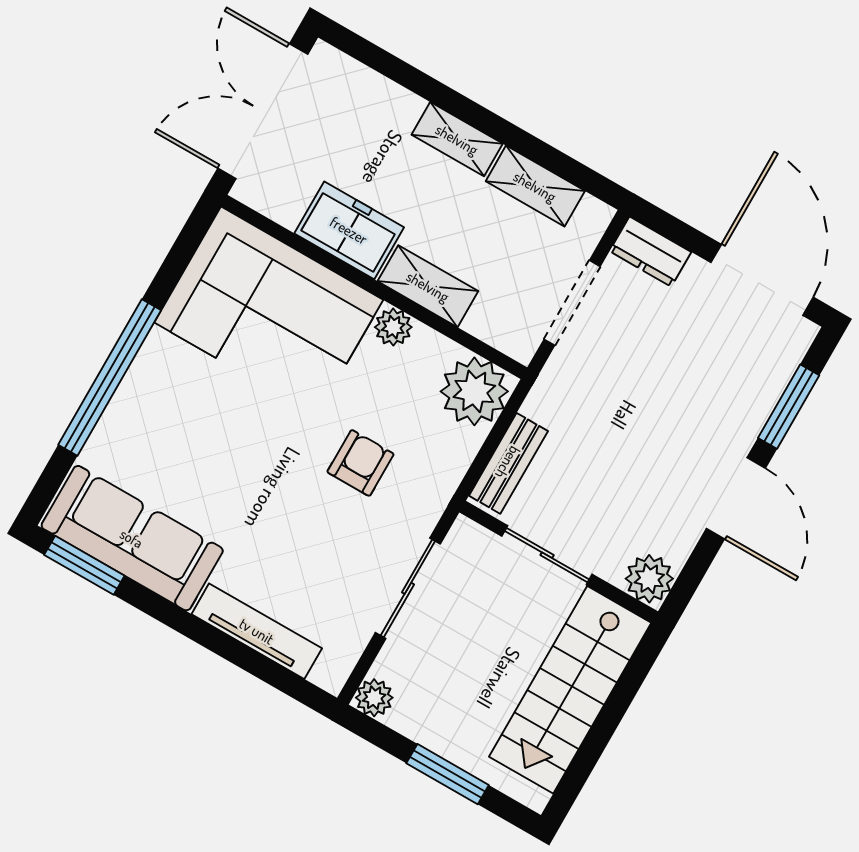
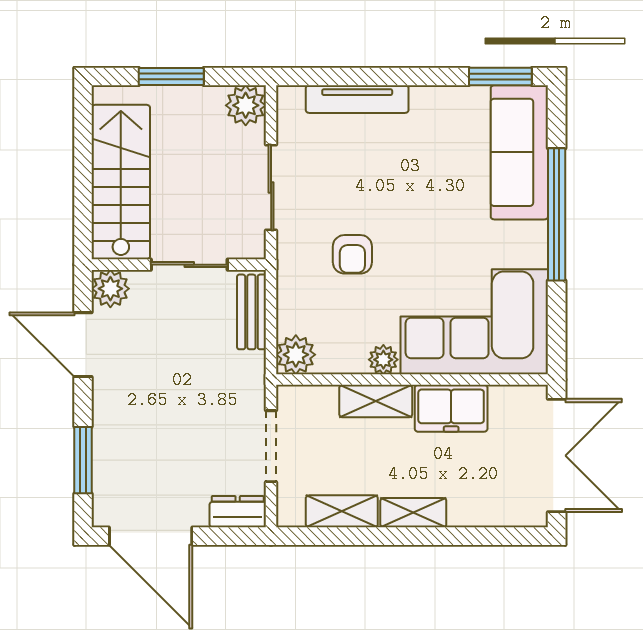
plant: (474, 391) -> (296, 355), width x0.73, depth x0.73
door: (736, 498) -> (83, 345), moved
sofa: (132, 538) -> (519, 152), moved, turned 90
plant: (374, 698) -> (246, 105), width x1.38, depth x1.38

